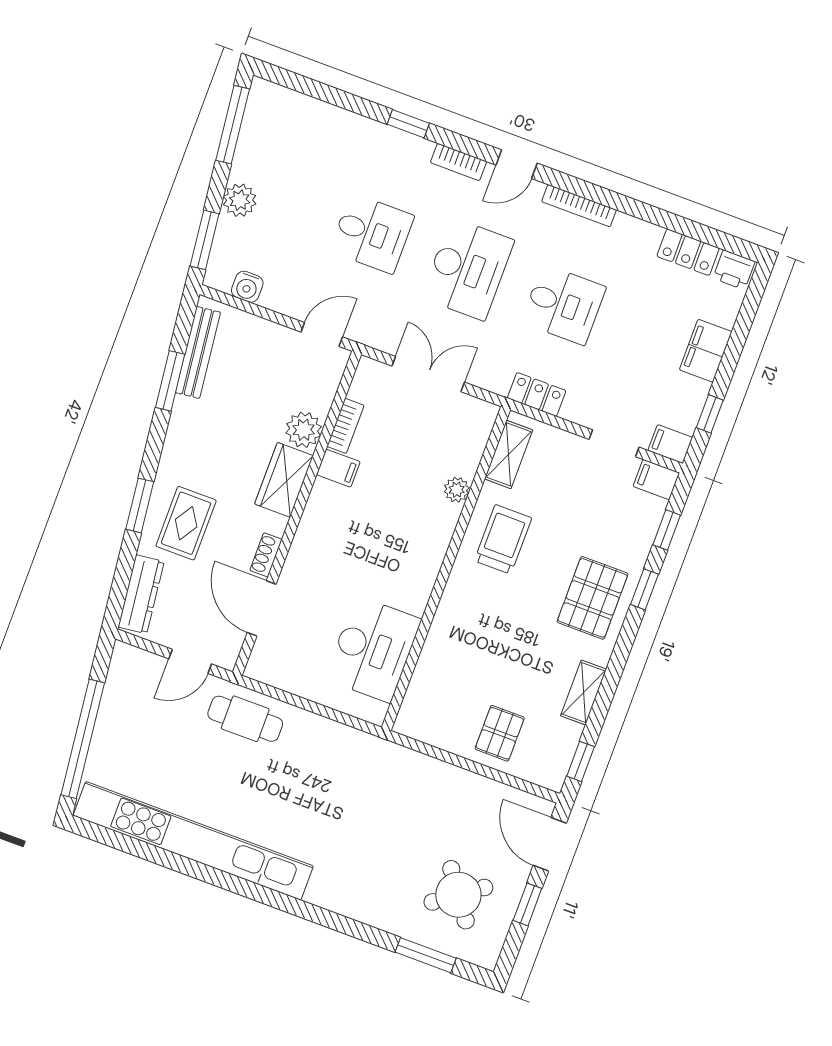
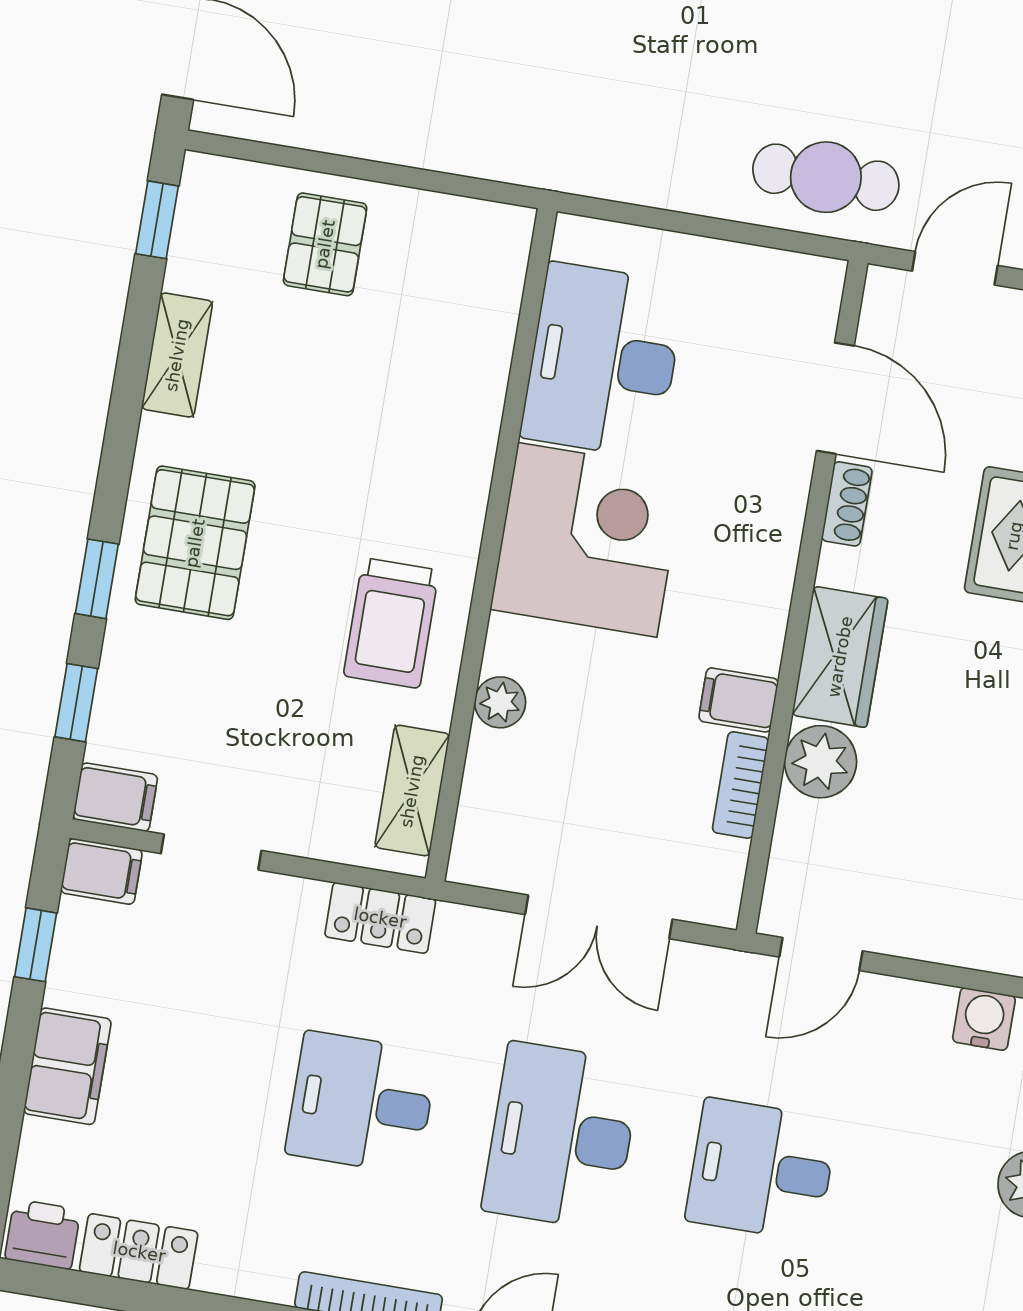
corner desk: (398, 562) -> (587, 540), added

